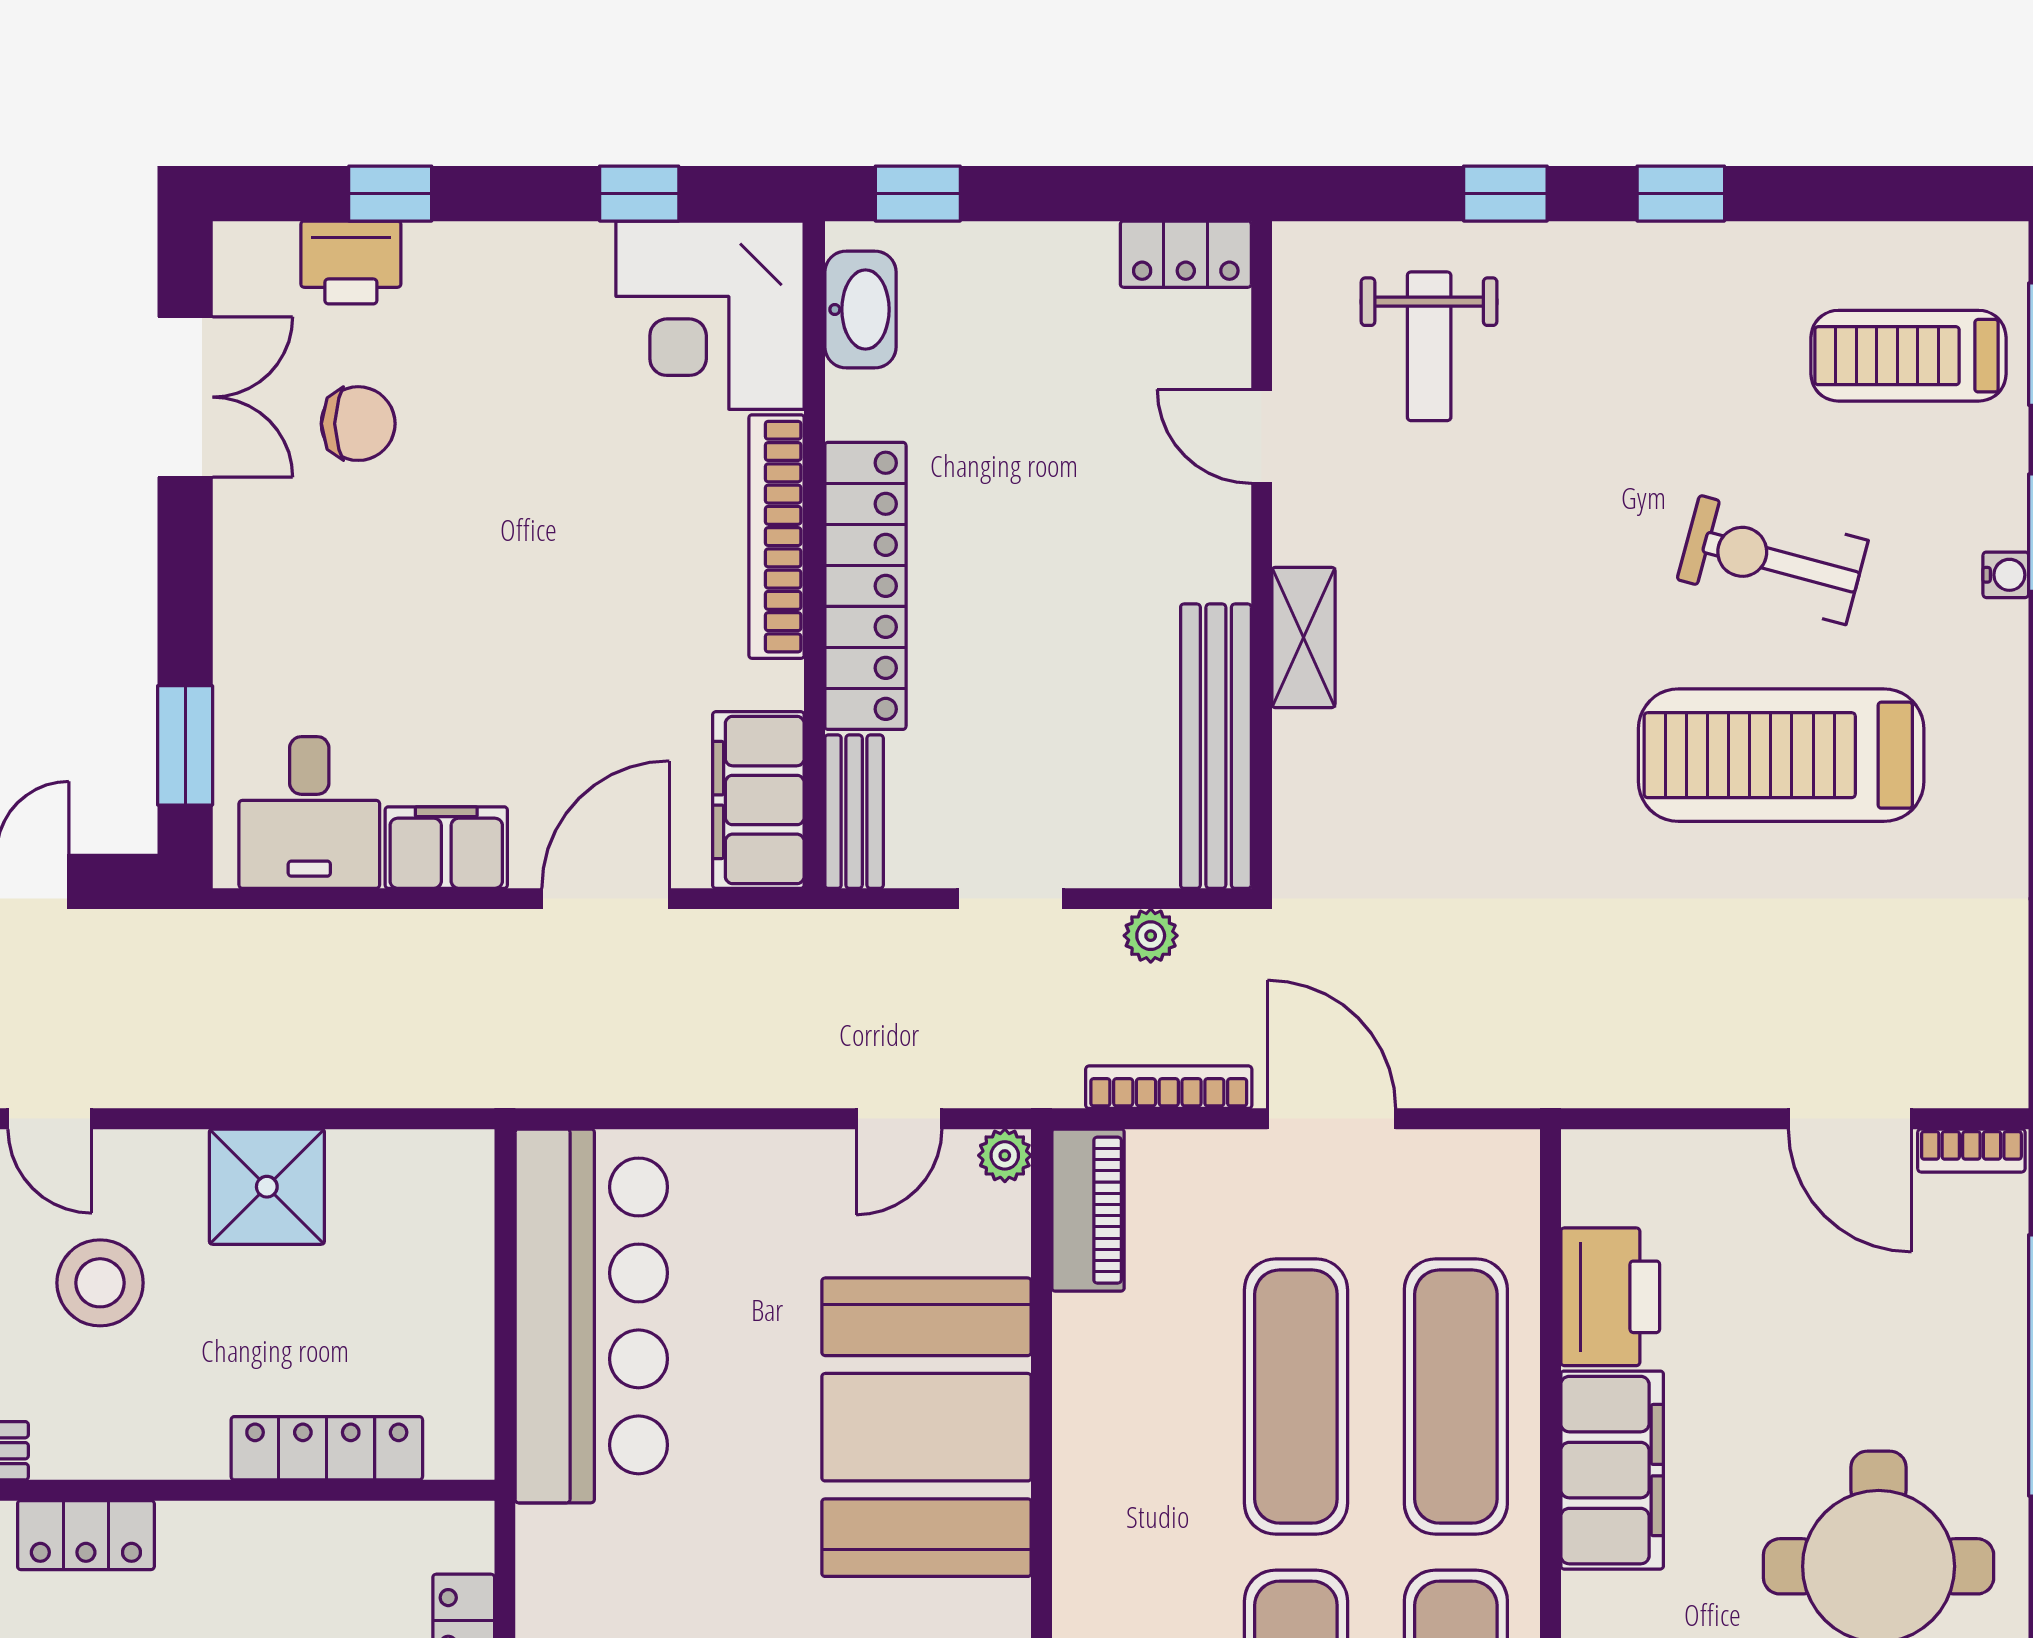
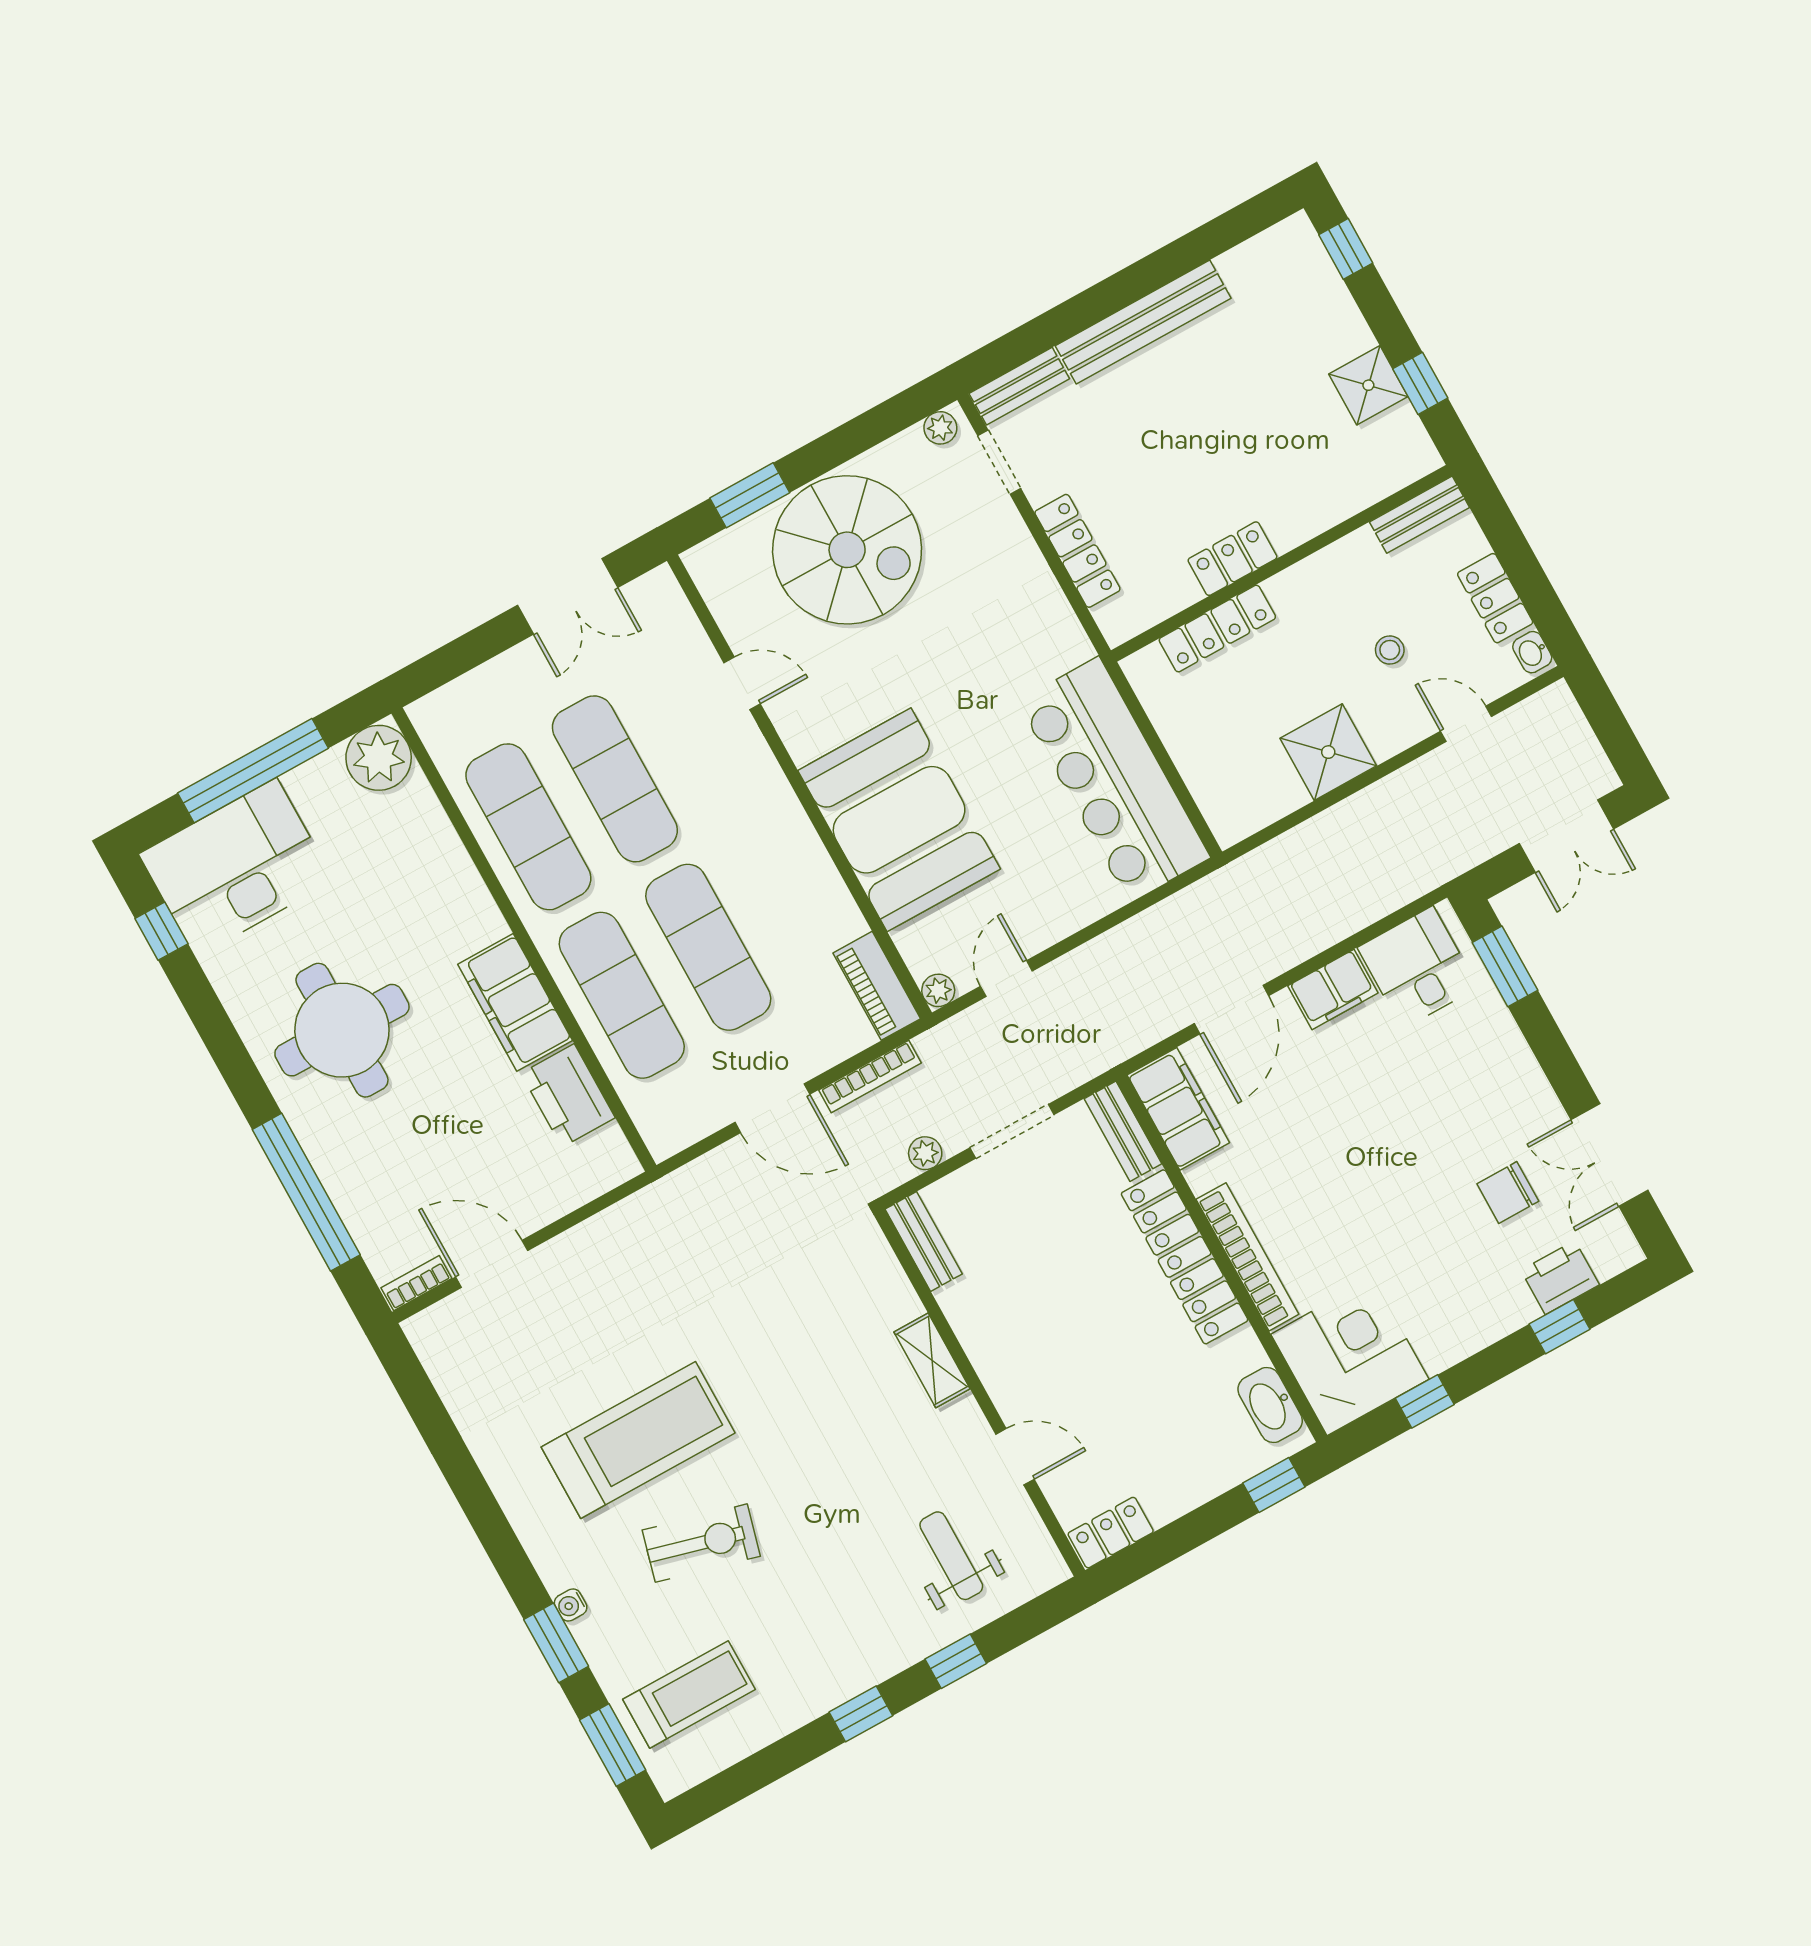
bench: (1216, 746) -> (924, 1241), width x0.54, depth x0.82
doorway: (1011, 899) -> (1012, 1131), width x1.38
stool: (100, 1283) -> (1390, 650), width x0.53, depth x0.53
locker: (86, 1535) -> (1232, 559), moved

